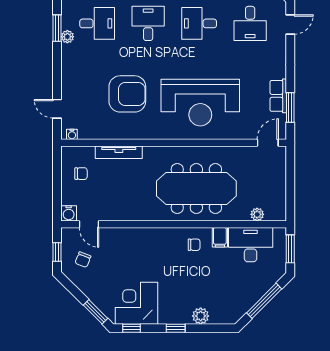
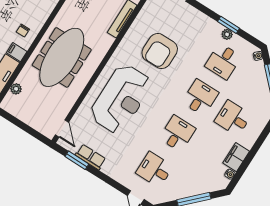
desk: (148, 23) -> (200, 97), turned -90
window: (57, 28) -> (229, 25), moved
reception desk: (200, 103) -> (121, 99), turned 180

